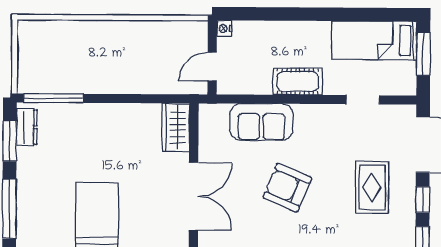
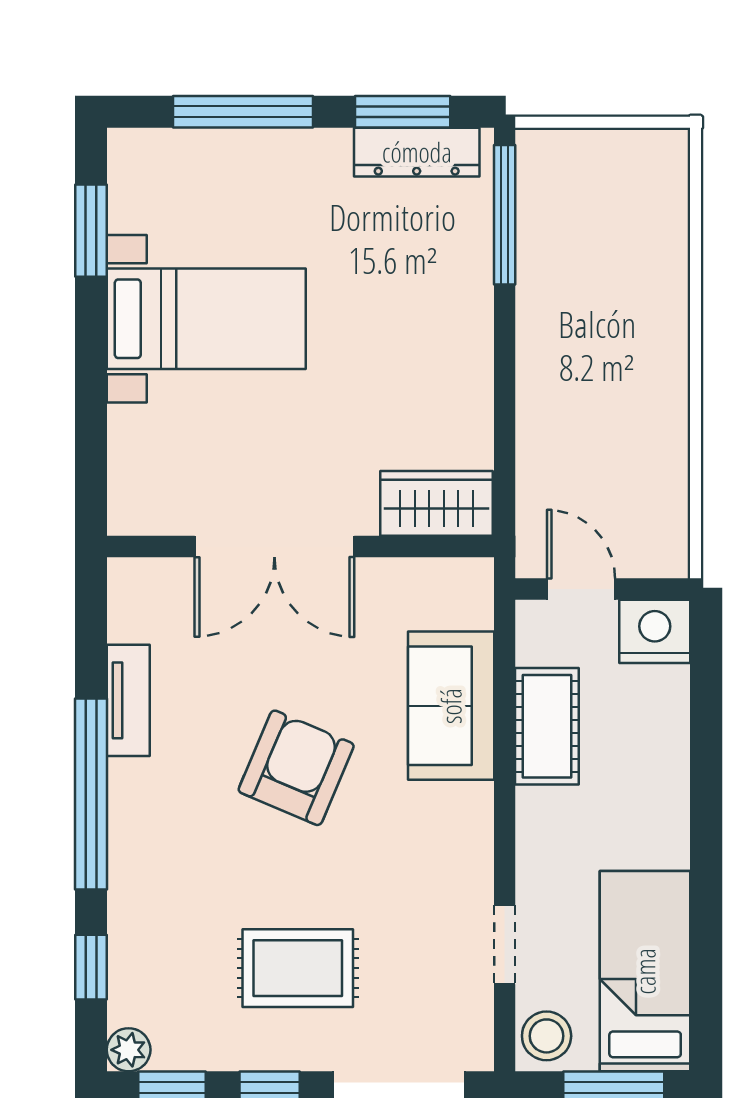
nightstand: (224, 28) -> (655, 631), width x1.89, depth x1.79
cot: (298, 82) -> (547, 726), moved
stool: (401, 82) -> (547, 1036), added
dresser: (27, 127) -> (417, 152), width x1.44

